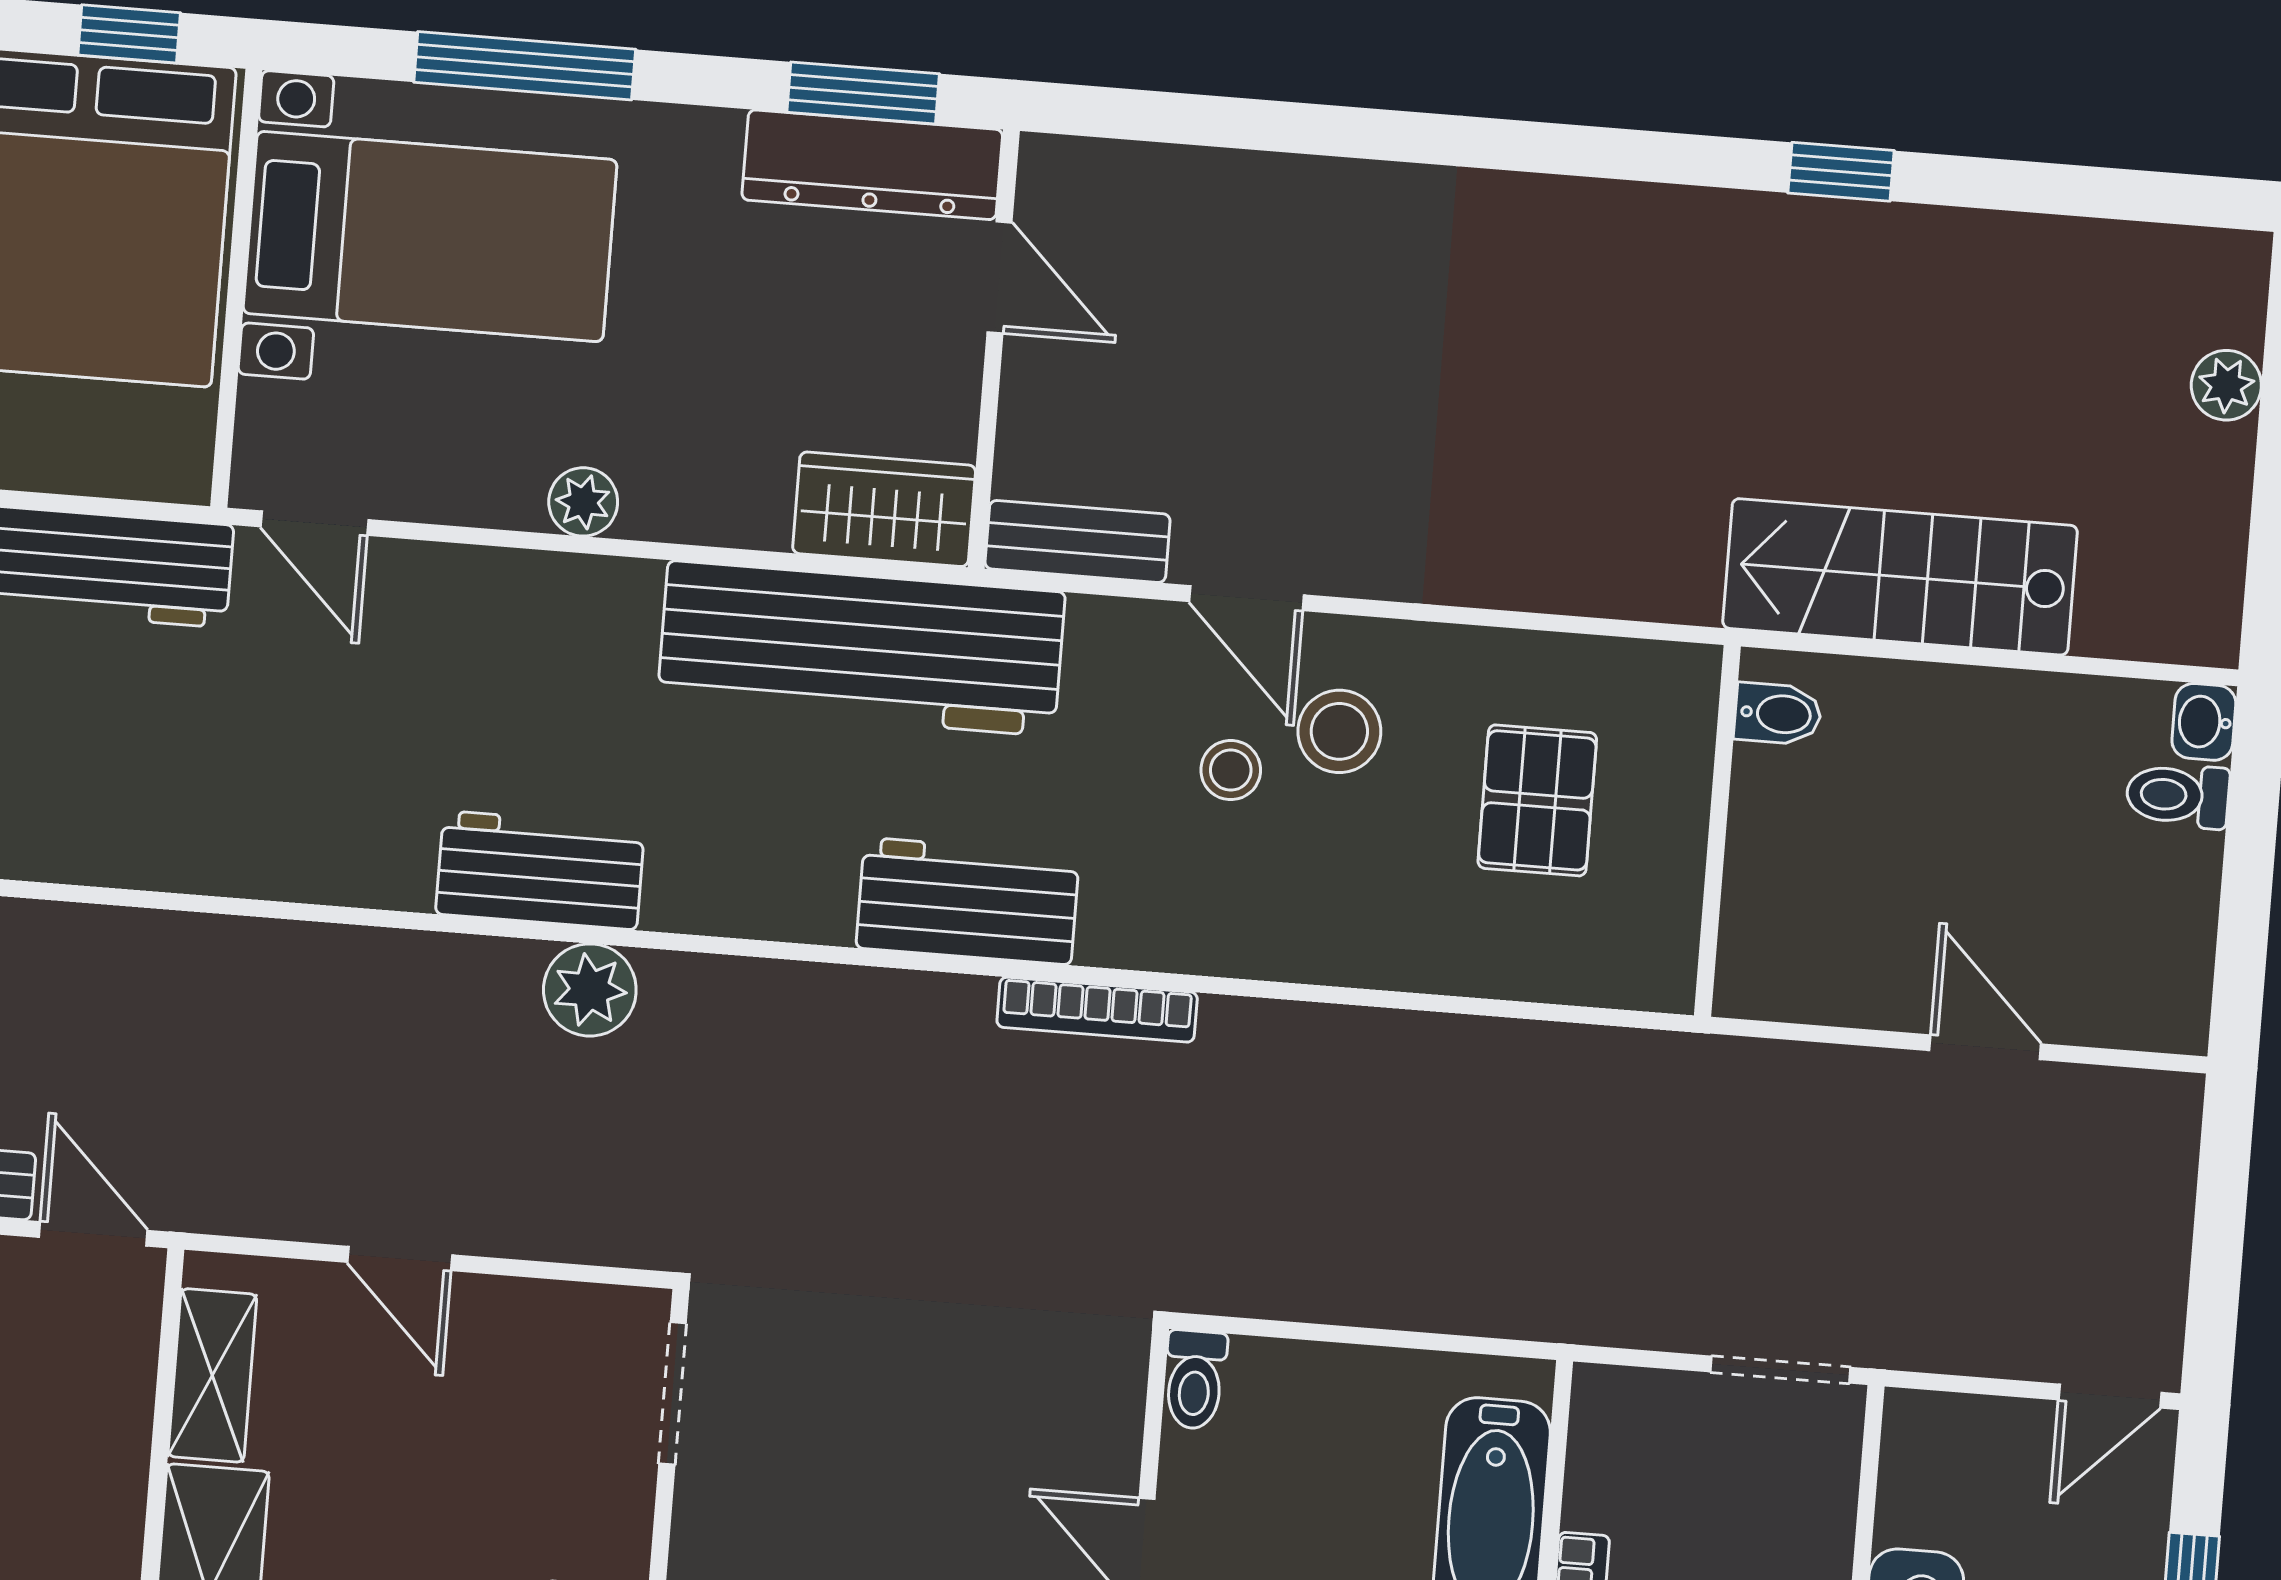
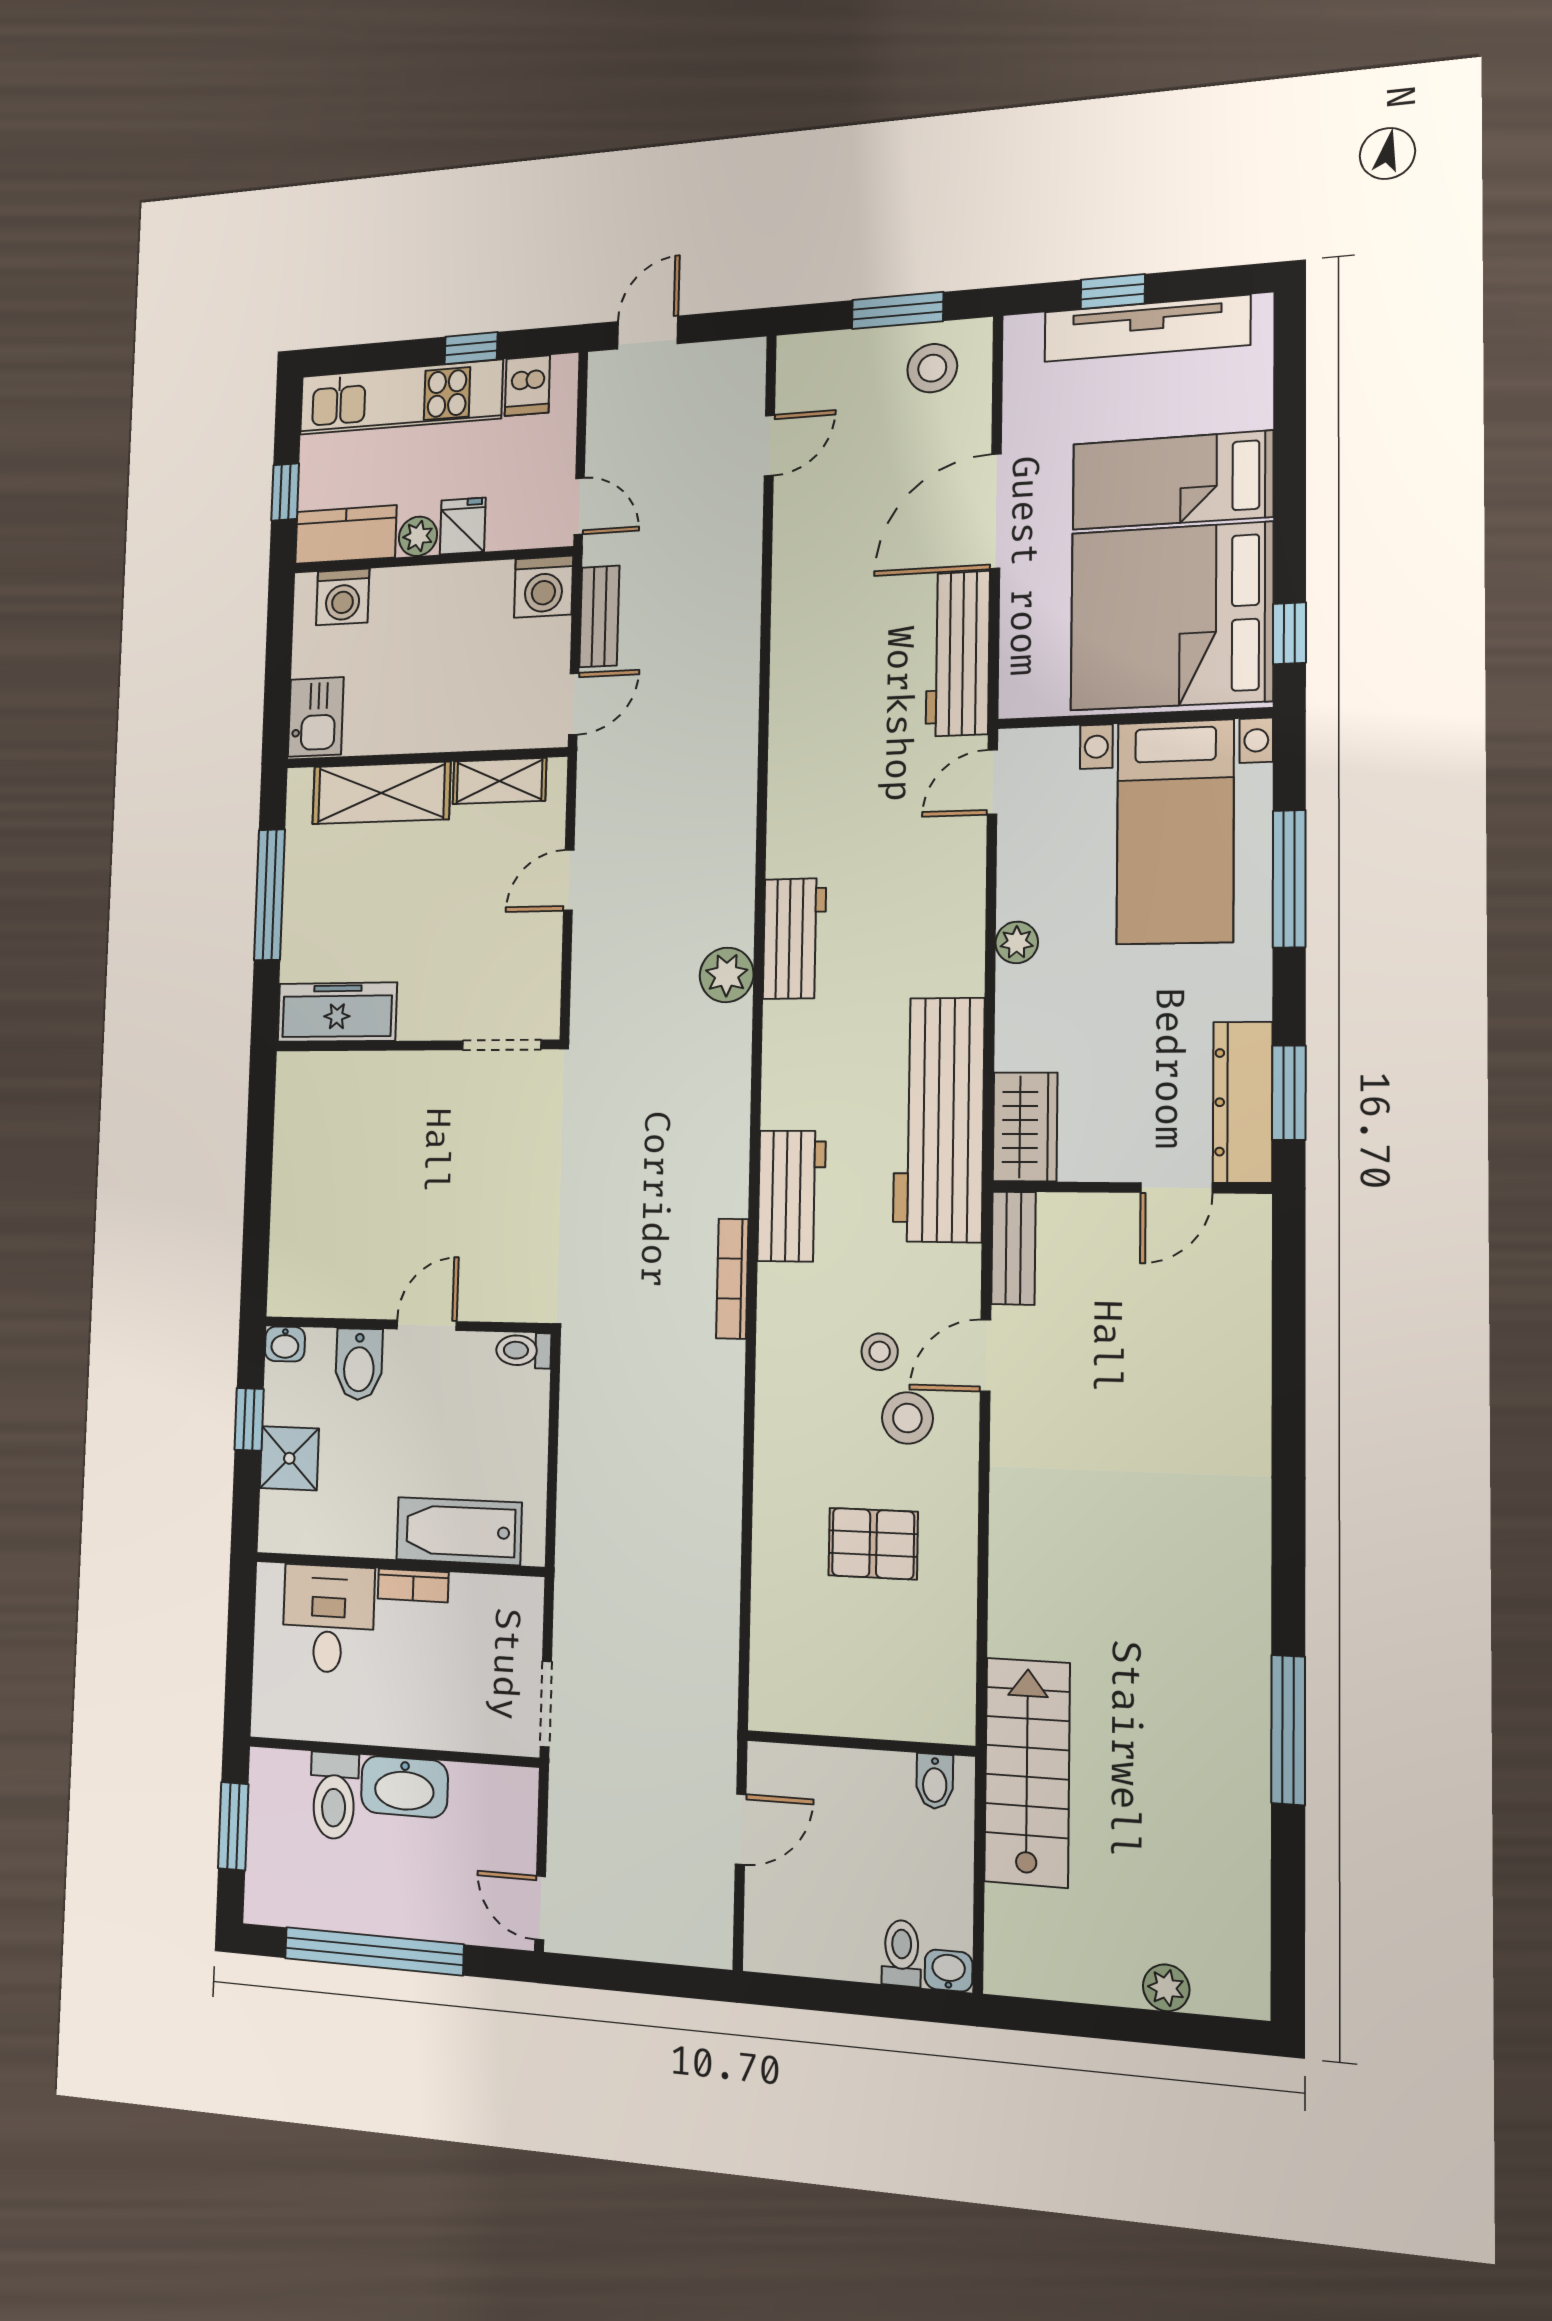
window: (1841, 172) -> (1288, 1730), width x2.17
bidet: (1778, 714) -> (935, 1781), moved
wall: (1717, 831) -> (860, 1743), moved

